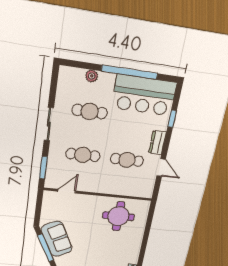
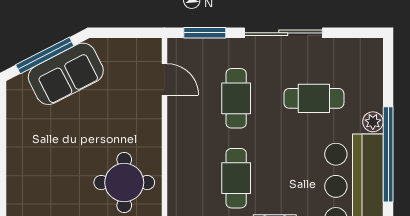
plant: (92, 76) -> (373, 122), moved
cafe table: (90, 111) -> (314, 98), turned 90
sliding door: (49, 124) -> (283, 33), width x1.37

